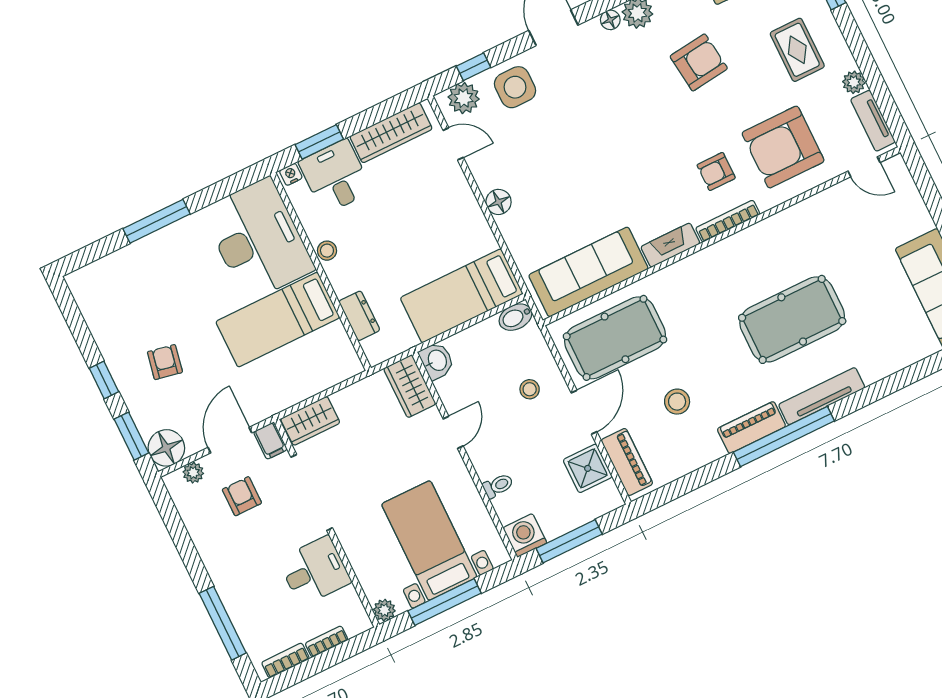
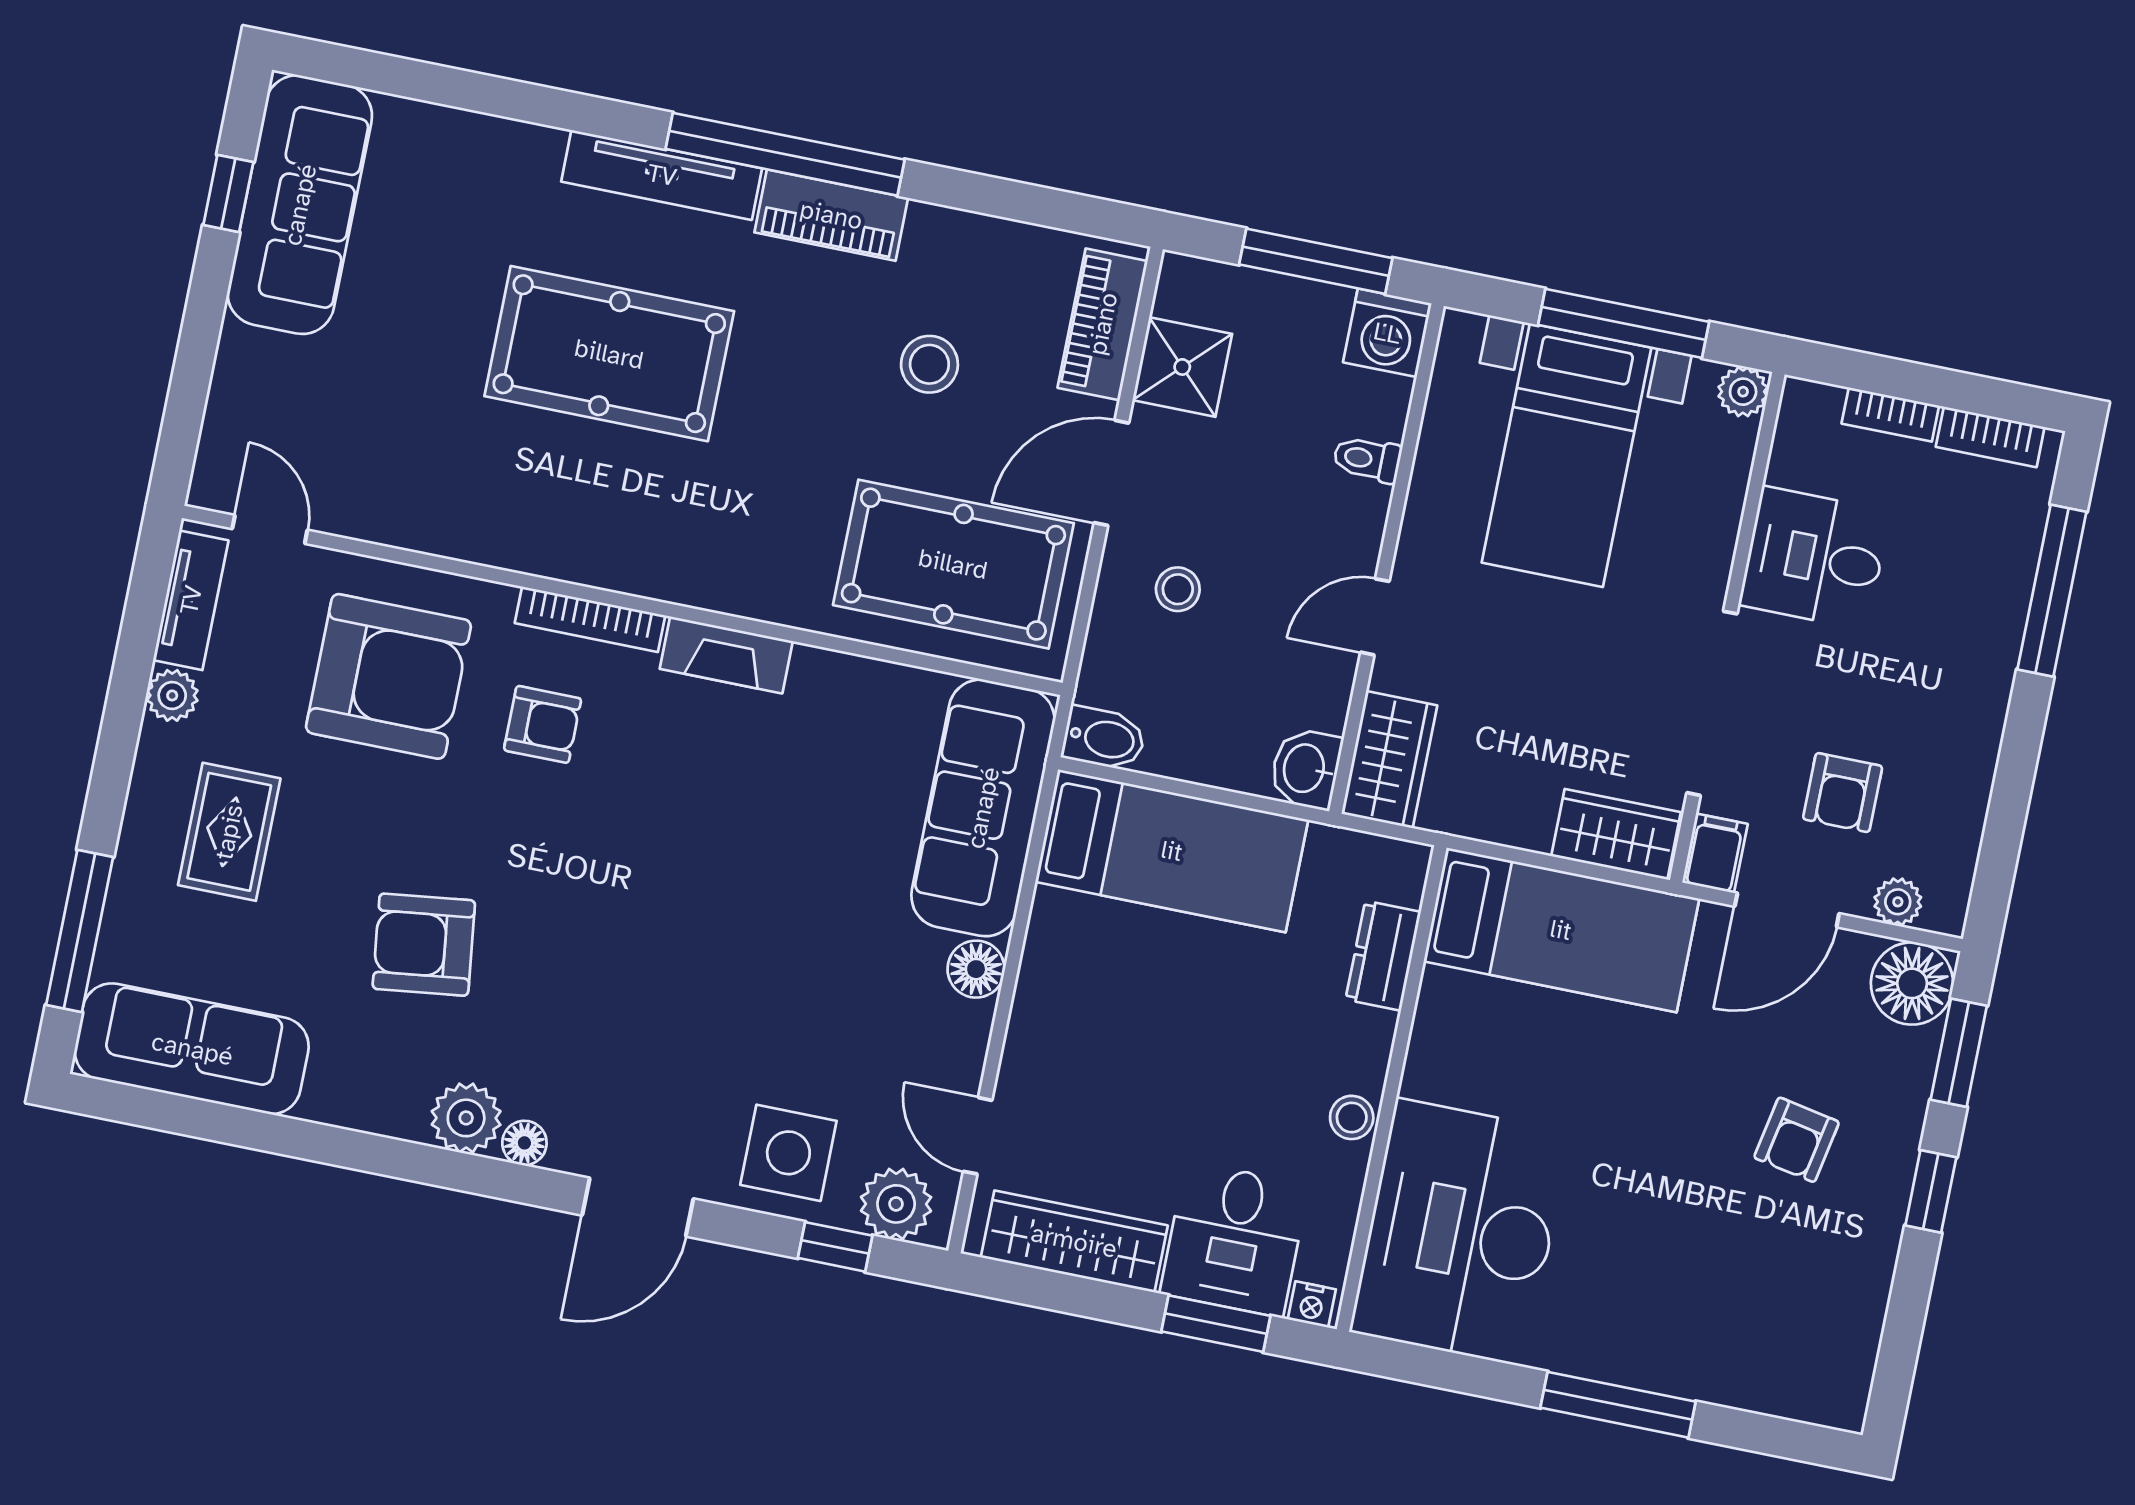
sofa: (588, 272) -> (983, 808), moved, turned 90
bed: (278, 320) -> (1561, 930), moved

